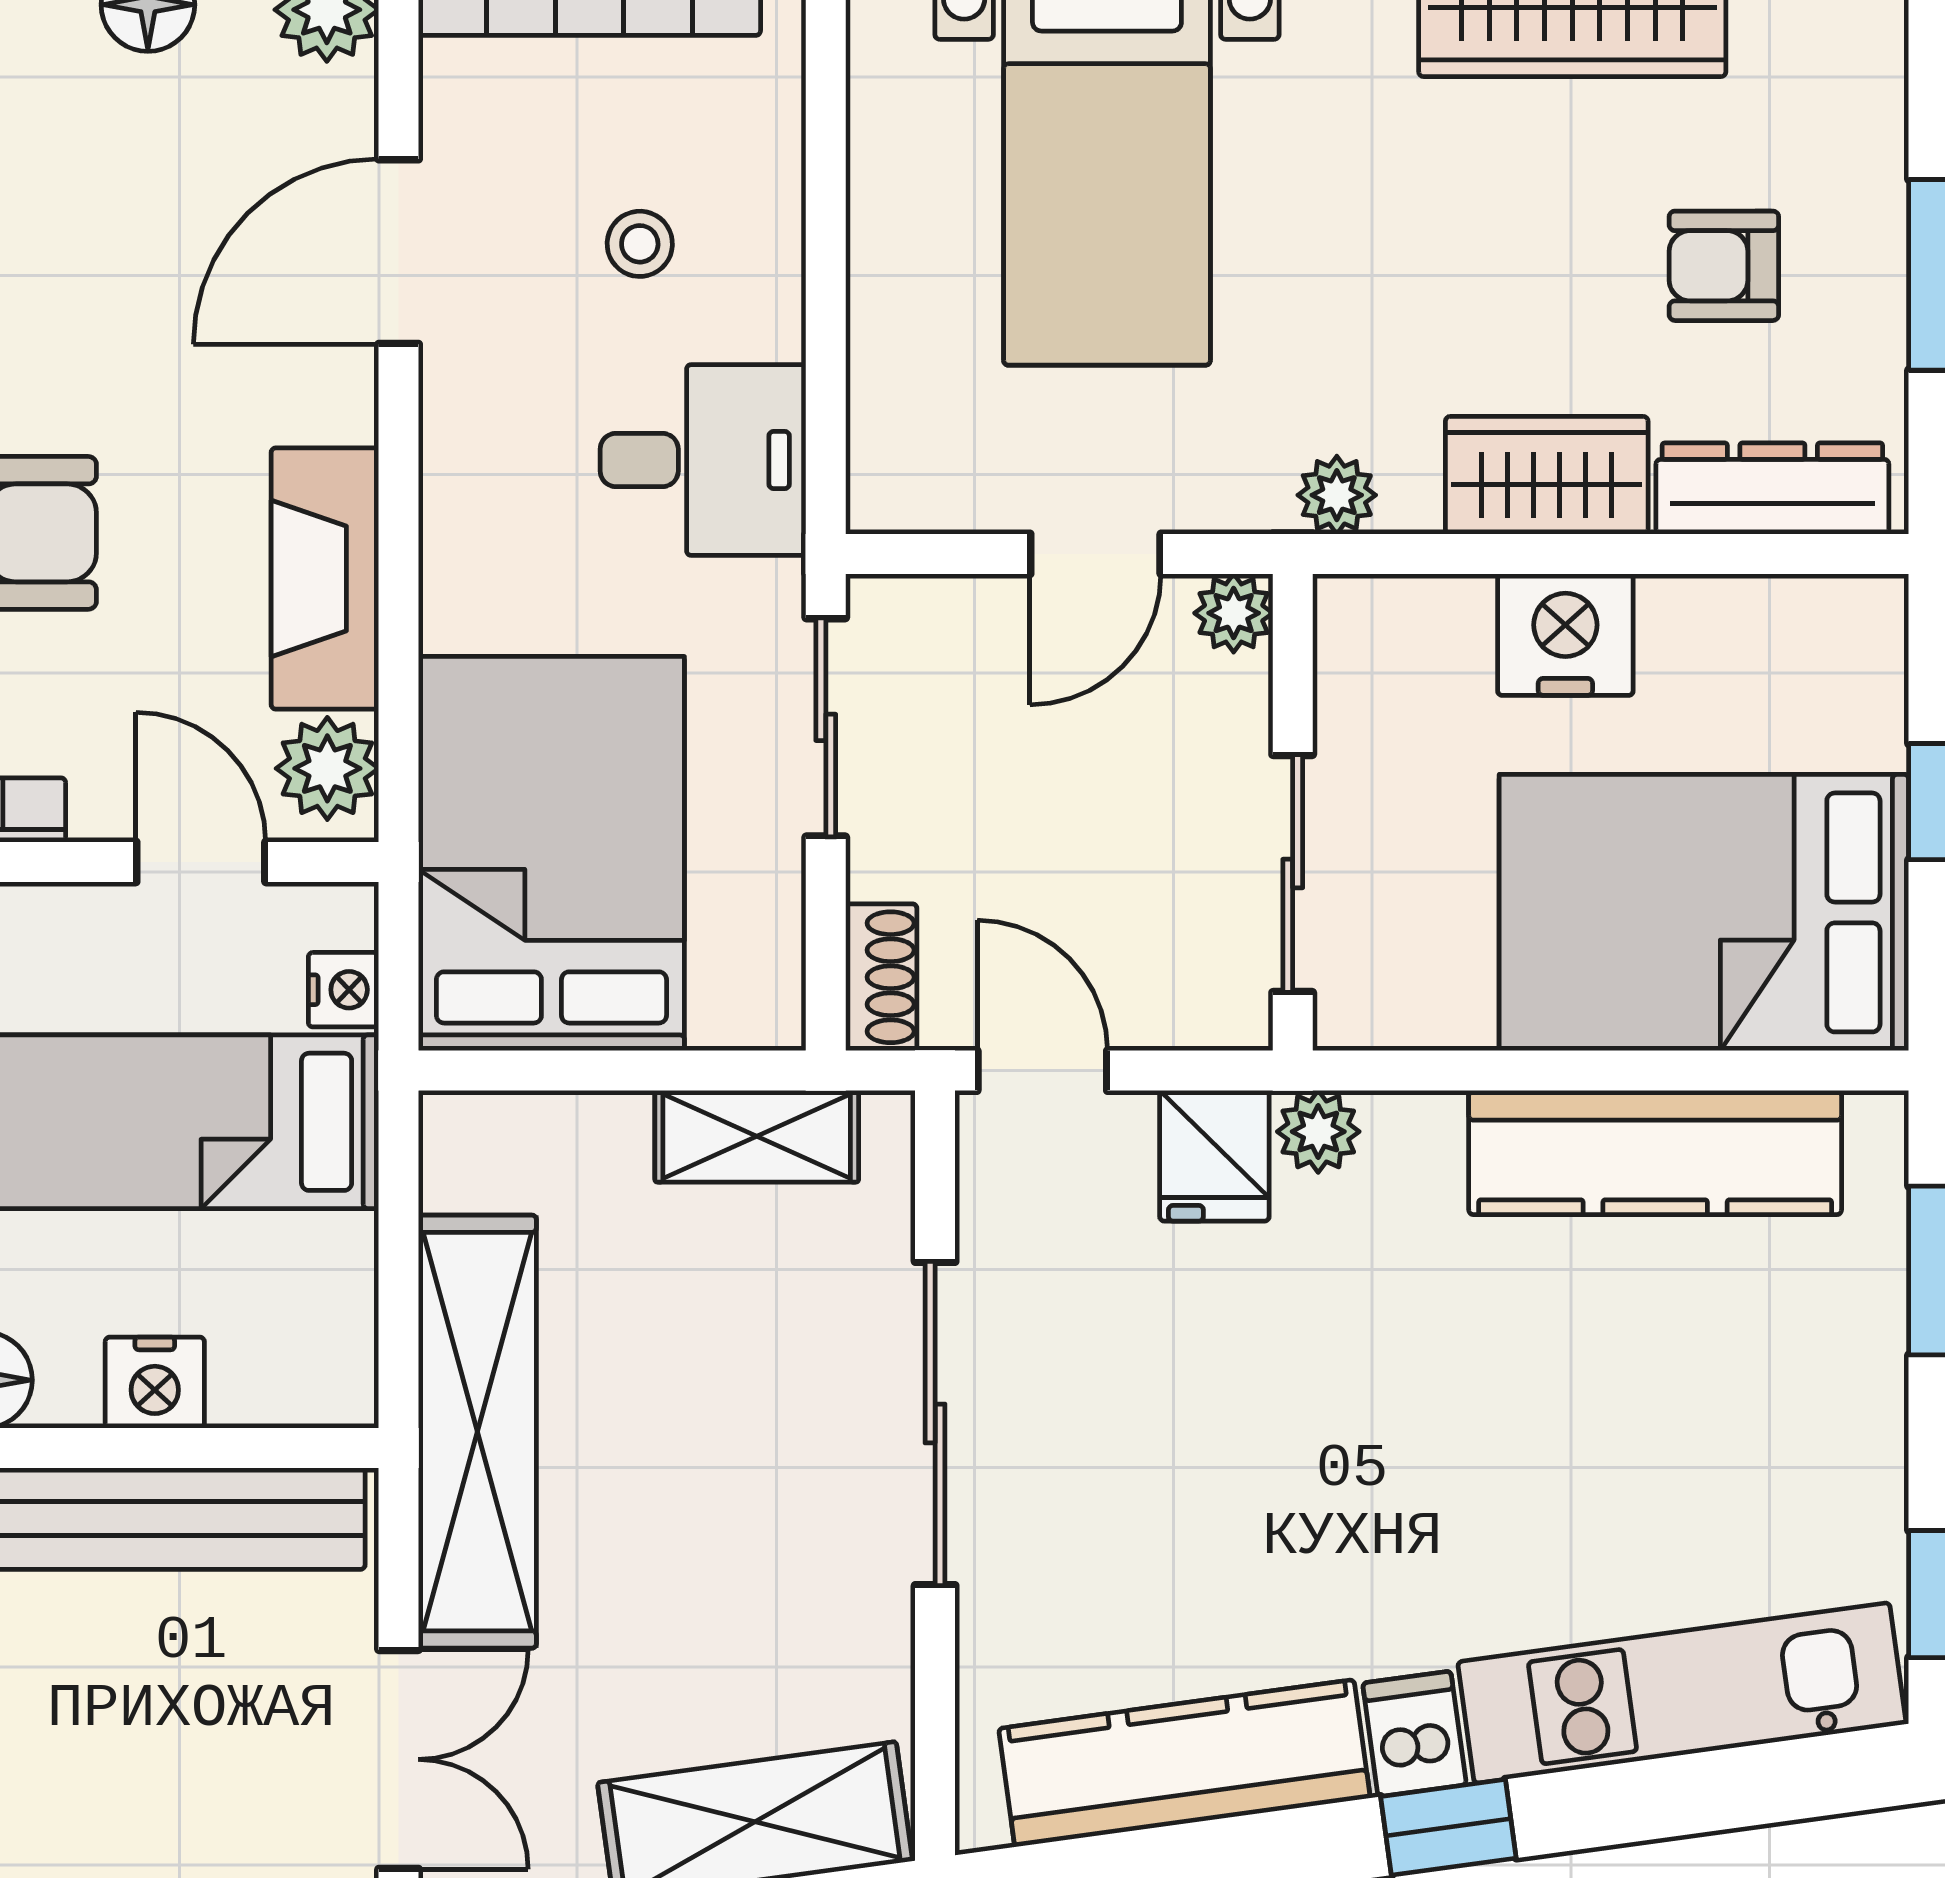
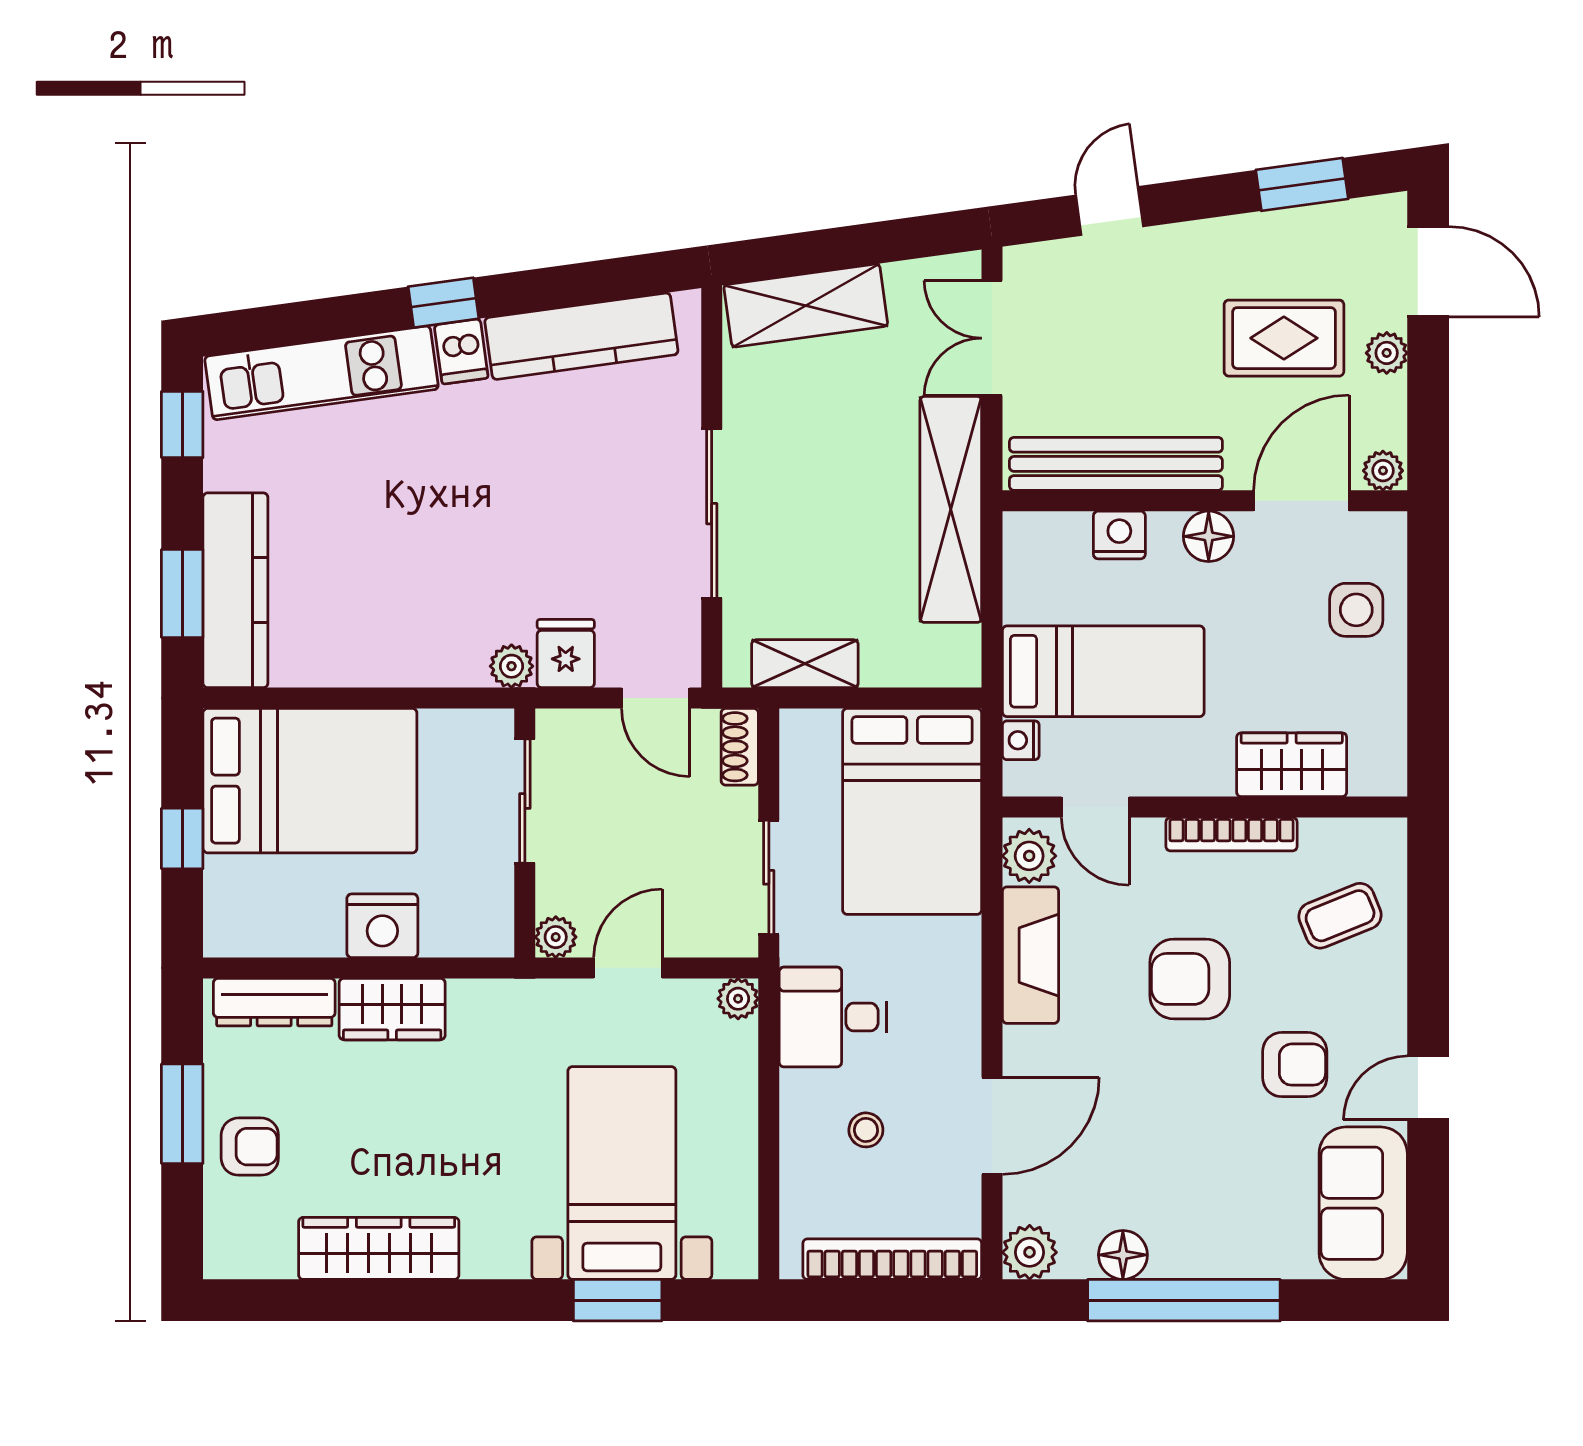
armchair: (1724, 266) -> (250, 1147), moved
plant: (1337, 495) -> (738, 999), moved
kitchen counter: (1655, 1153) -> (235, 590), moved, turned 90

